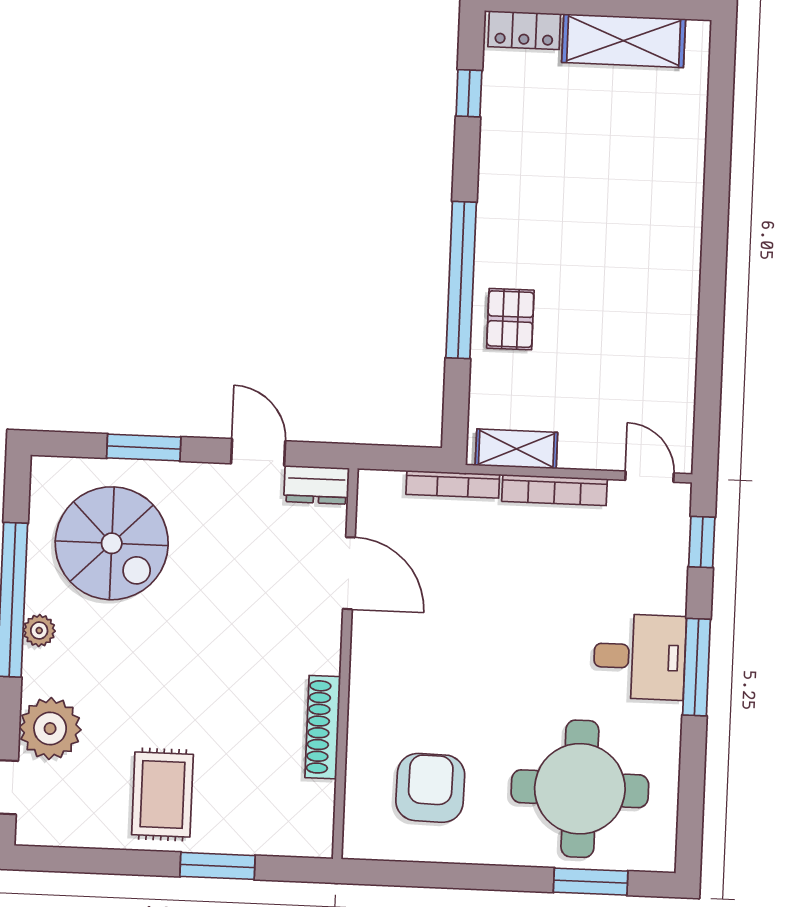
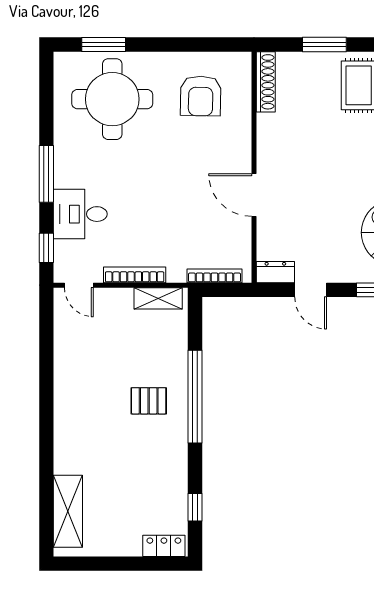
shelving: (624, 41) -> (68, 511), moved, turned 90
pallet: (510, 319) -> (149, 401), moved, turned 90
bookcase: (453, 484) -> (214, 276), moved
door: (349, 573) -> (254, 195), moved
desk: (640, 657) -> (80, 214), moved
shoe rack: (323, 727) -> (266, 82), moved

